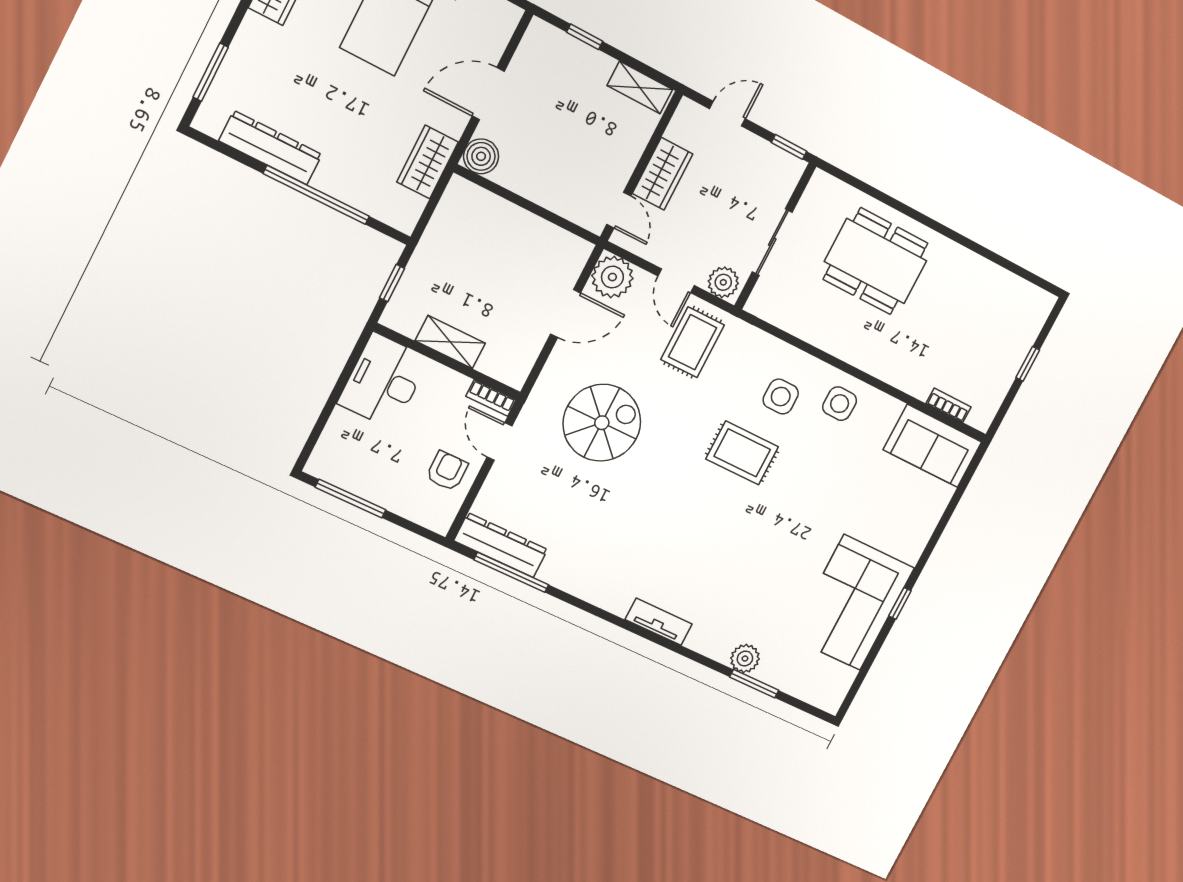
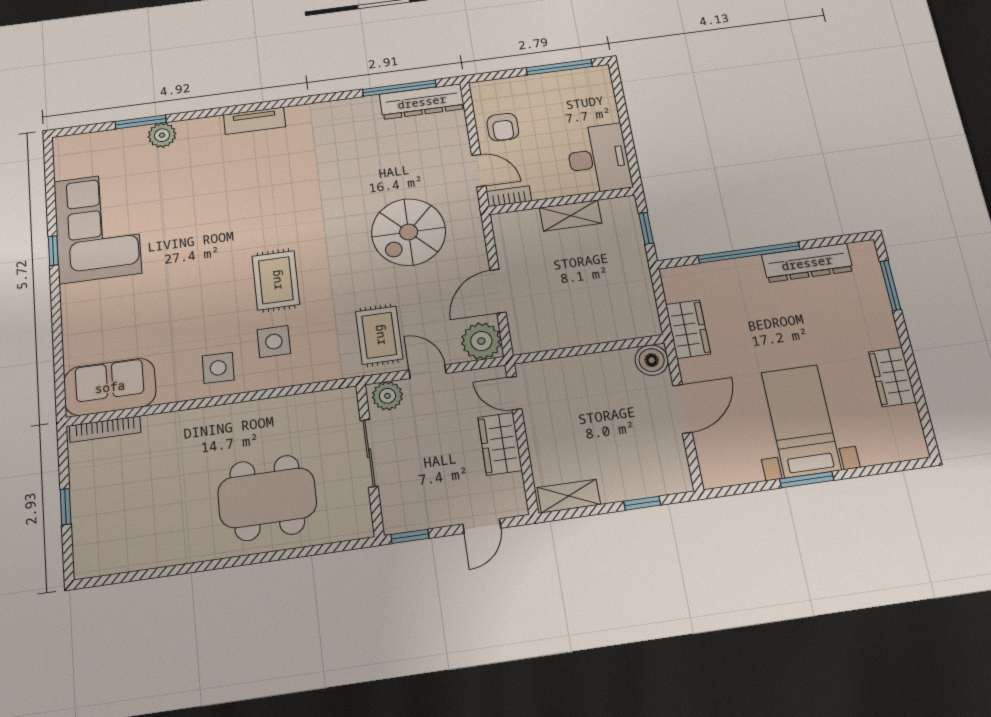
bookcase: (949, 405) -> (105, 429), width x1.56
rug: (742, 453) -> (276, 280), turned 90

